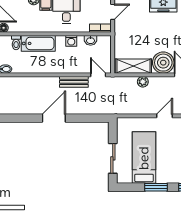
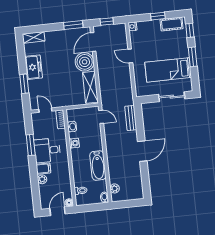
bathtub: (38, 43) -> (98, 166), moved, turned 180
door: (98, 75) -> (101, 117), swing flipped
bench: (74, 82) -> (131, 118), moved
plant: (143, 82) -> (115, 188), moved
door: (54, 118) -> (142, 151), swing flipped

